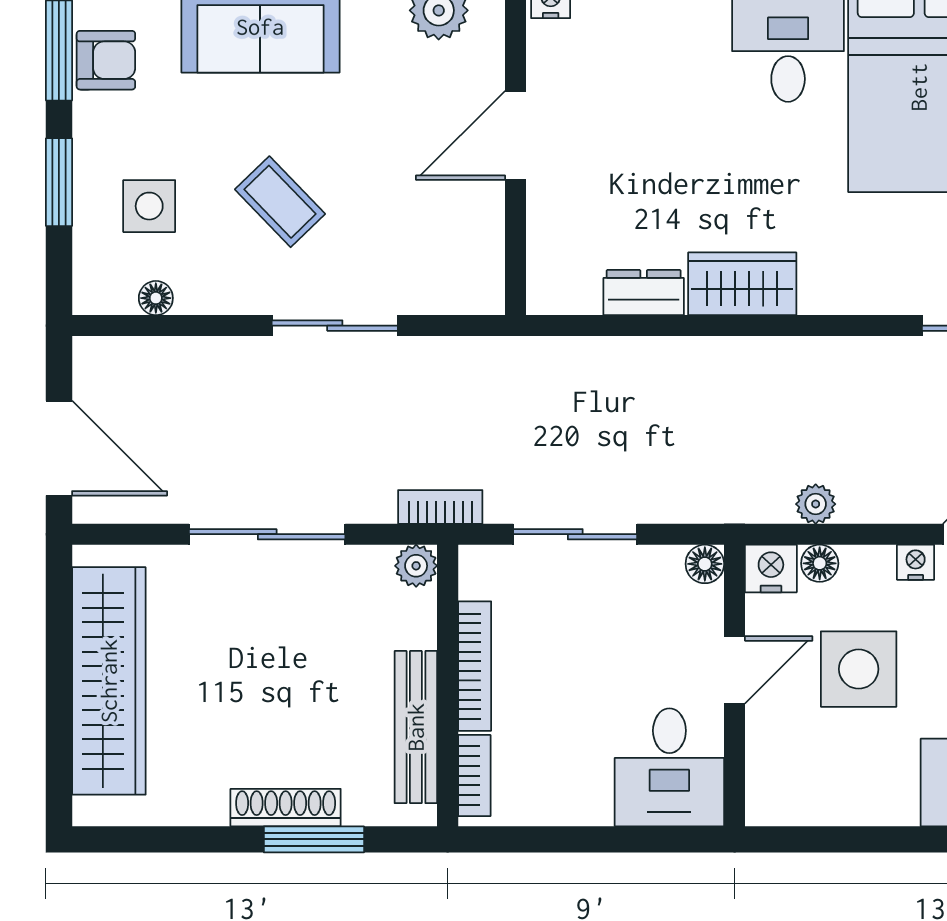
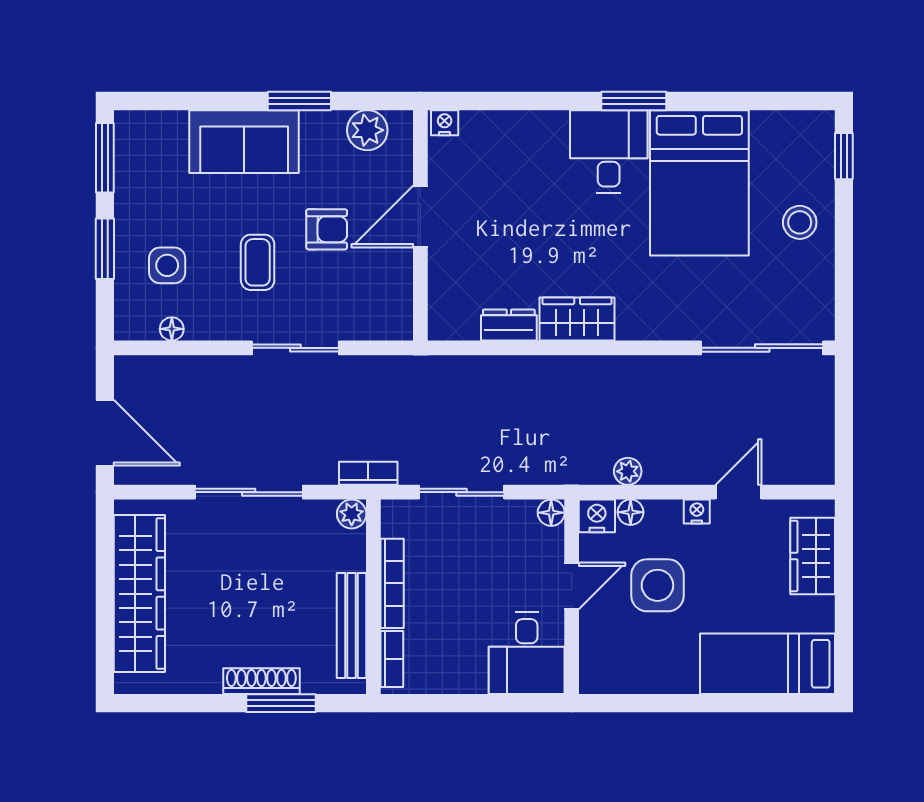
armchair: (106, 60) -> (327, 229), moved
coffee table: (280, 202) -> (258, 262), turned 44

